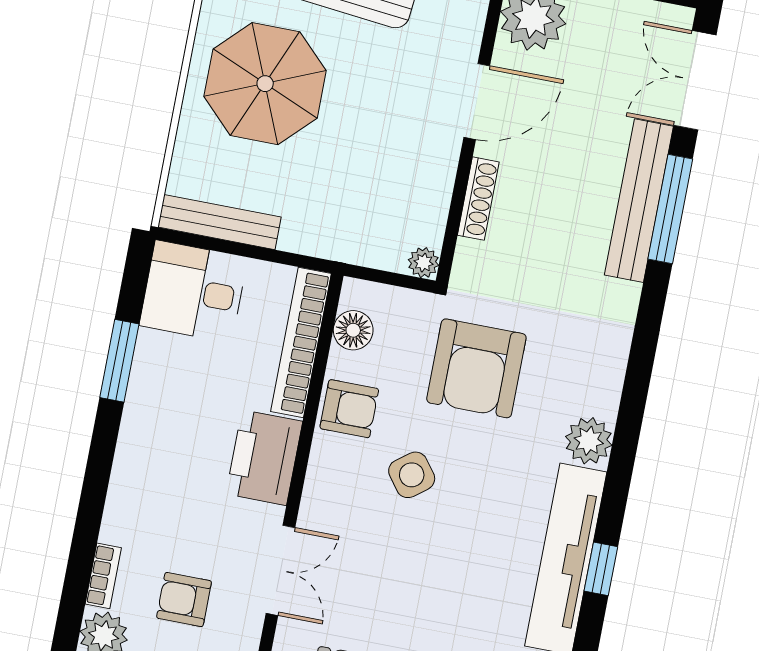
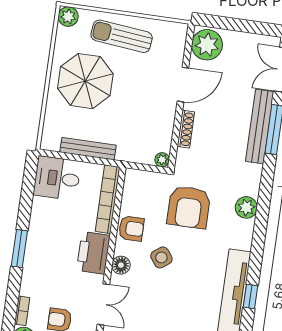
bench: (219, 222) -> (88, 149), moved
floor lamp: (353, 330) -> (121, 265), moved
window: (119, 361) -> (19, 249), moved
plant: (589, 441) -> (246, 207), moved

